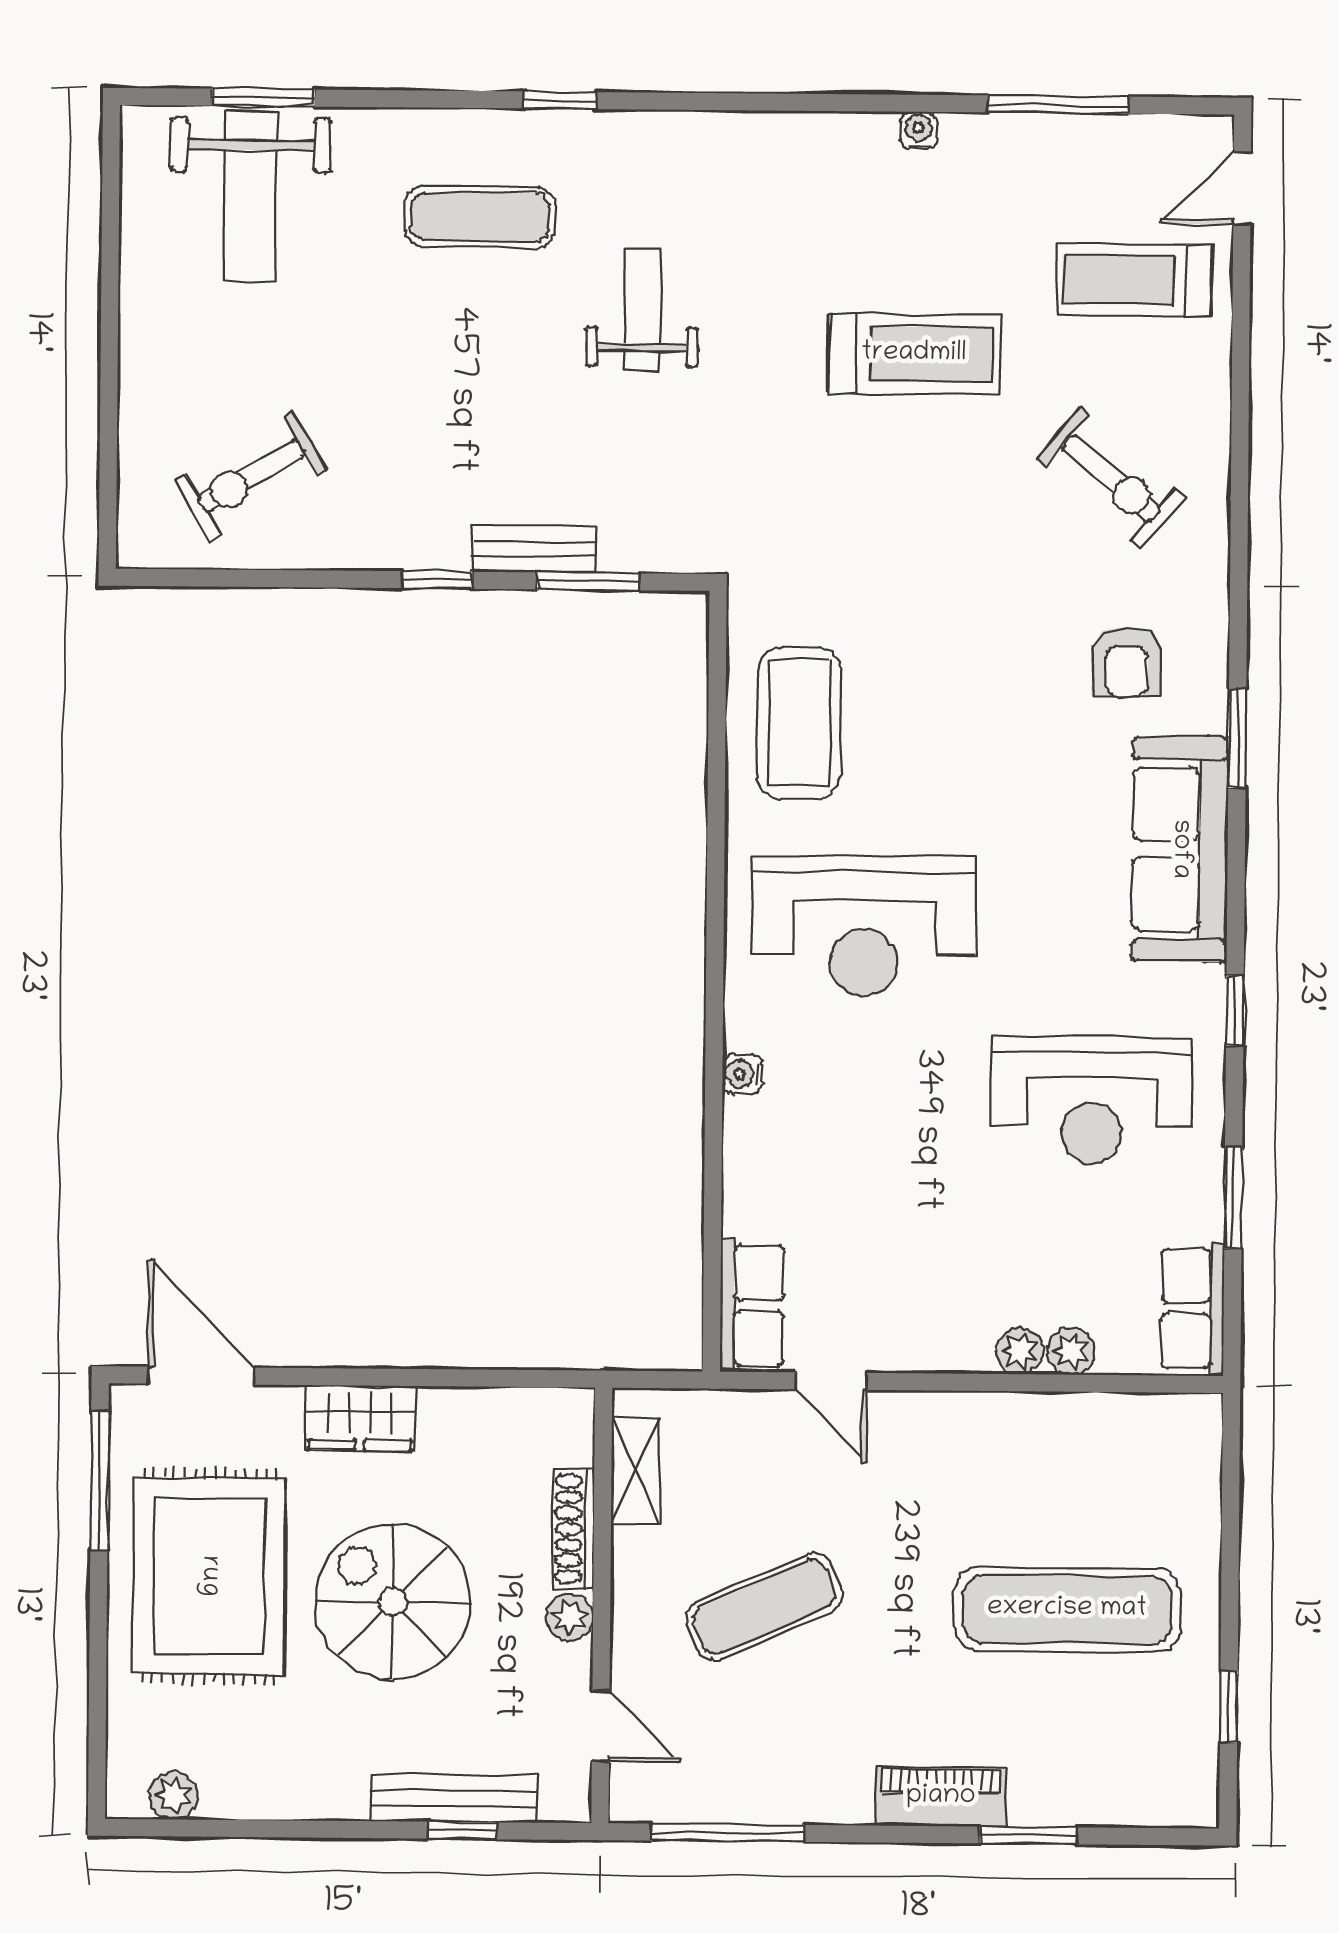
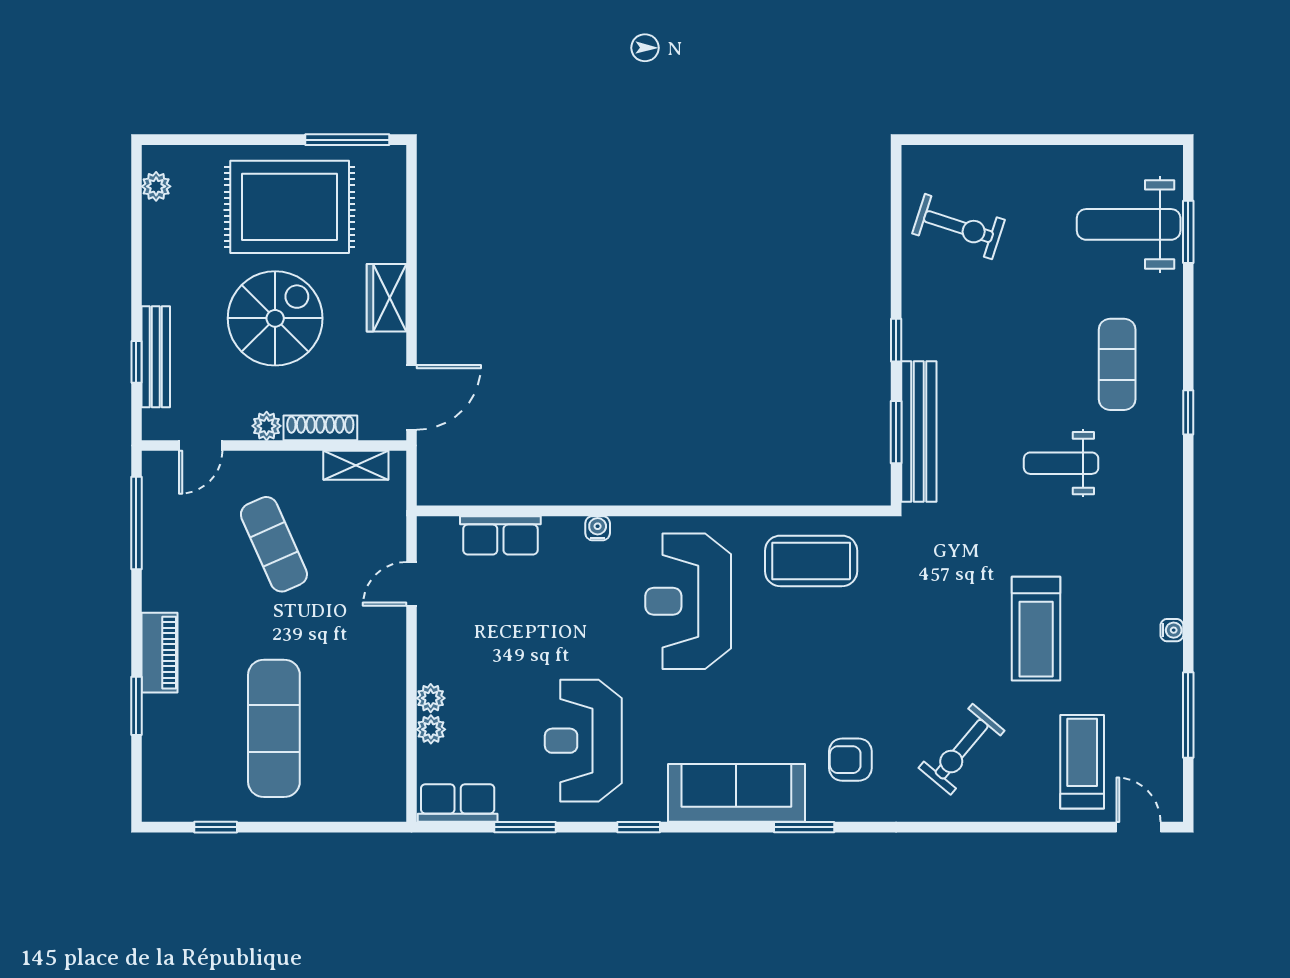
weight bench: (642, 310) -> (1061, 463), turned 180
exercise bike: (251, 476) -> (958, 227), turned 139
bench: (534, 549) -> (919, 432), width x1.86, depth x1.21
row of seats: (752, 1306) -> (500, 535), moved
door: (201, 1376) -> (411, 397), moved

